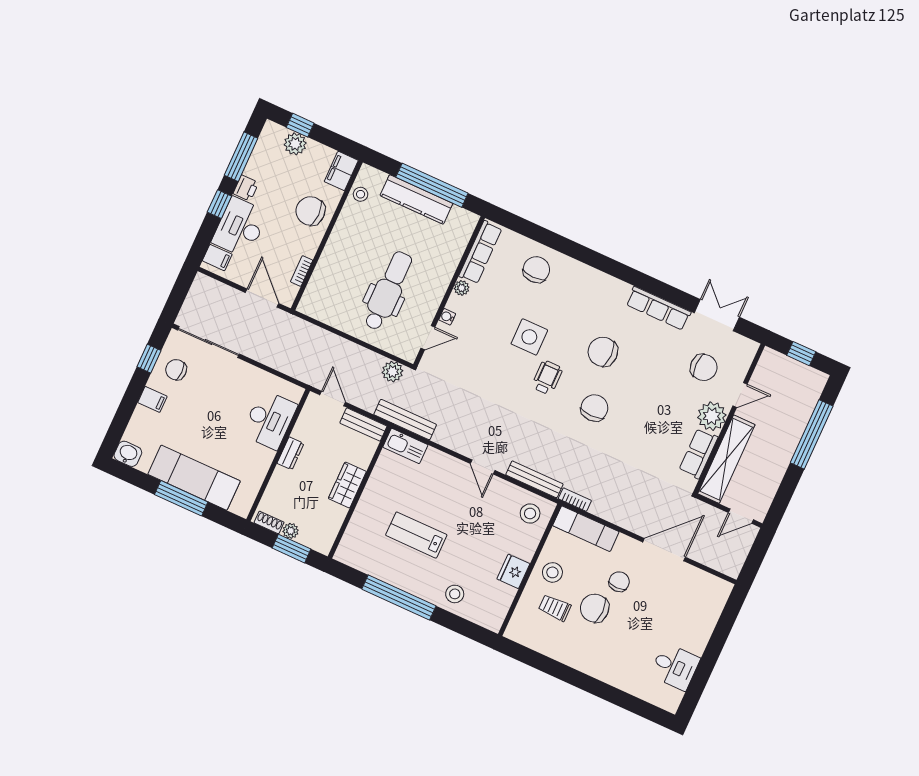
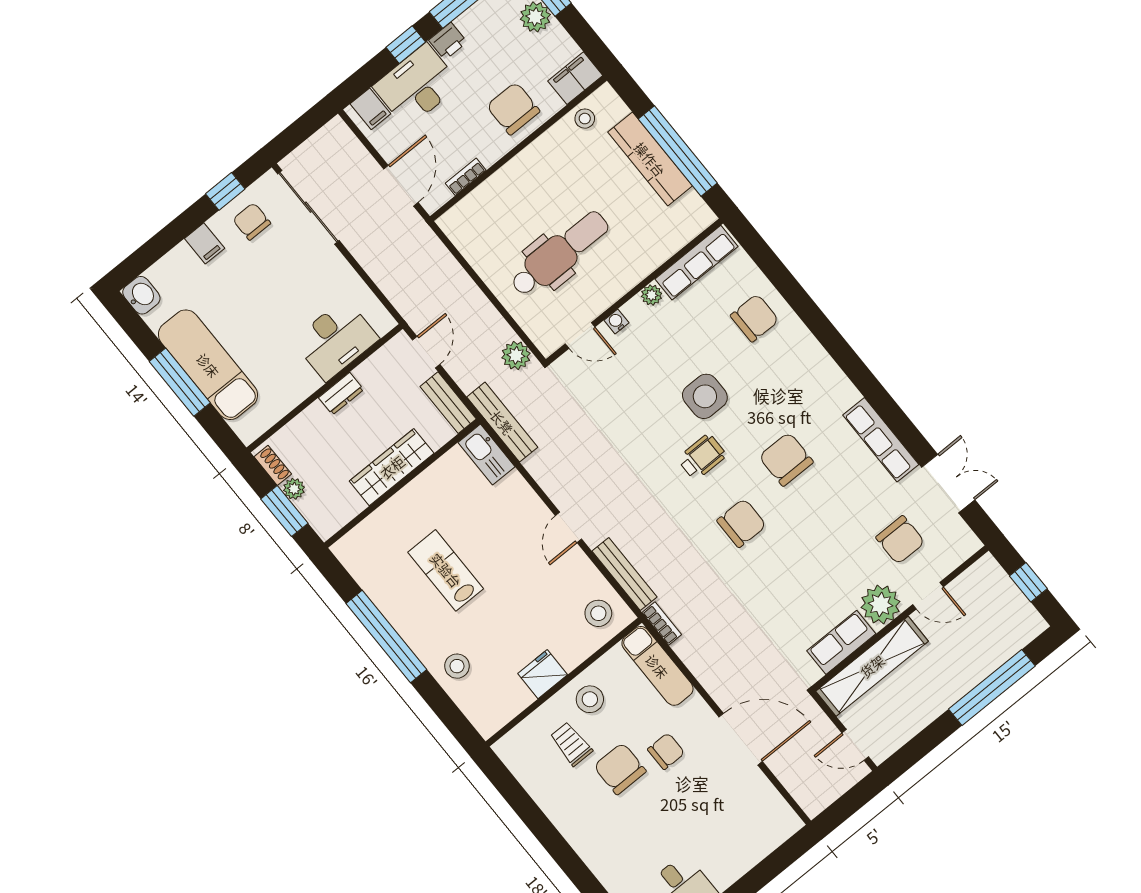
wardrobe: (347, 485) -> (392, 467), width x1.50

